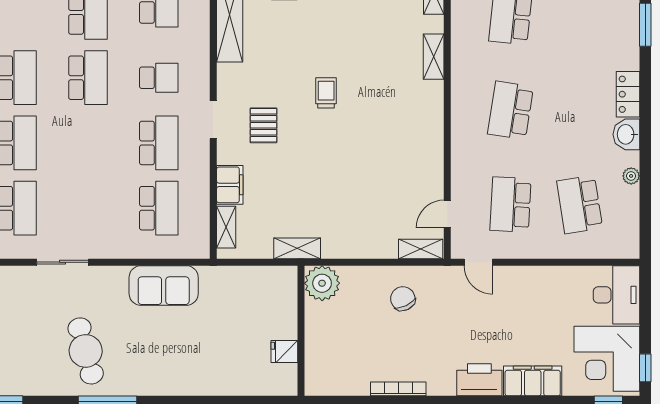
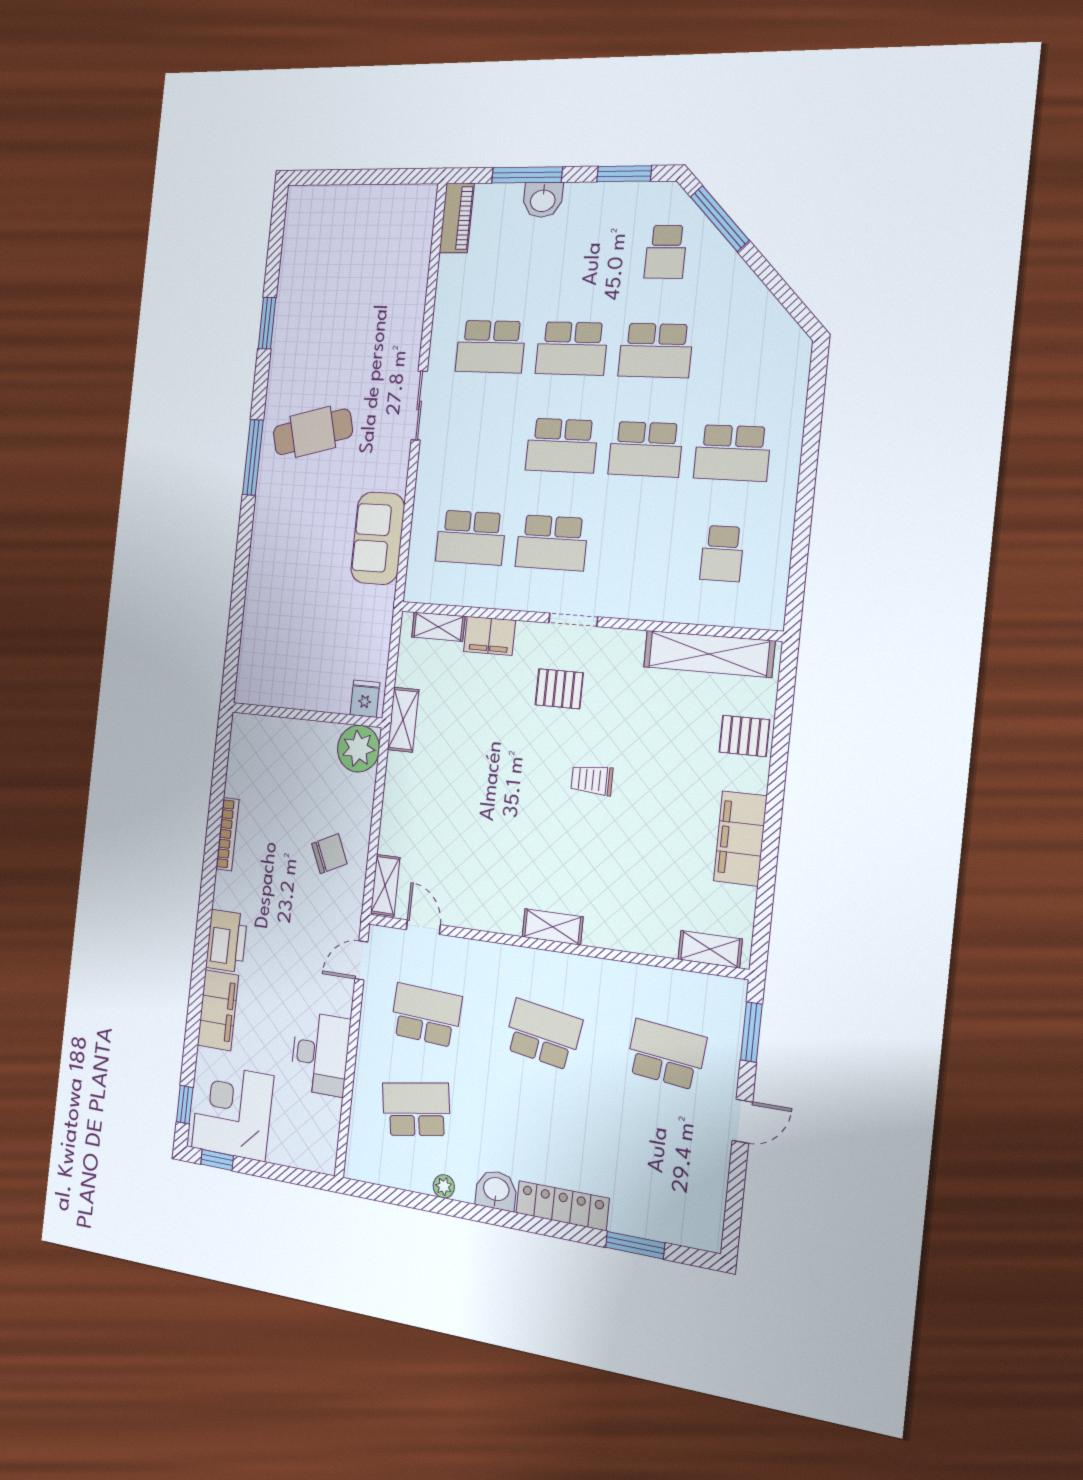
shelving: (434, 57) -> (553, 927), moved
school desk: (159, 78) -> (562, 446), moved, width x1.85
trolley: (326, 93) -> (592, 780), turned 180
locker: (628, 94) -> (562, 1206), width x1.53
desk: (616, 295) -> (320, 1054), moved, turned -90
fridge: (284, 352) -> (365, 699), moved

